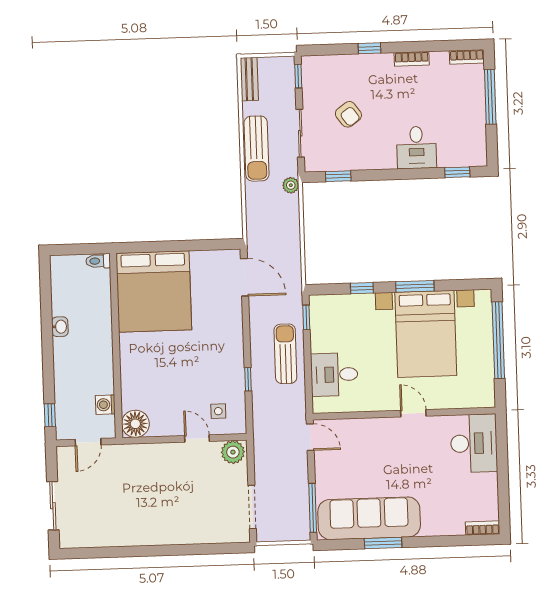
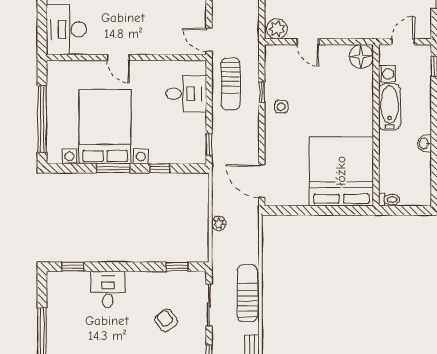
plant: (291, 185) -> (219, 223), moved
sun lounger: (285, 354) -> (231, 84), moved
bathtub: (101, 367) -> (389, 107), added
side table: (218, 411) -> (281, 107), moved

